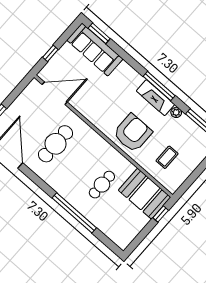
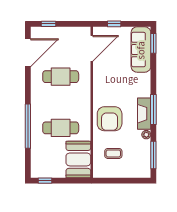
door: (55, 93) -> (92, 48), hinge flipped
armchair: (133, 133) -> (110, 119), turned 90
cafe table: (102, 185) -> (61, 128), width x1.37, depth x1.35
window: (161, 214) -> (45, 181), moved

